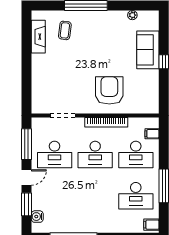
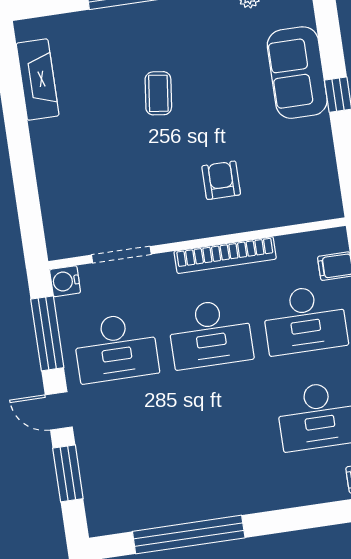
coffee table: (65, 30) -> (158, 93), moved
armchair: (109, 90) -> (221, 180), width x0.53, depth x0.53
door: (26, 177) -> (59, 411), swing flipped
water cooler: (37, 217) -> (65, 281), moved

